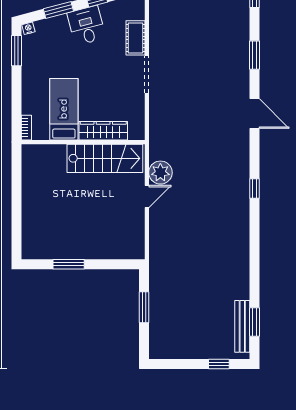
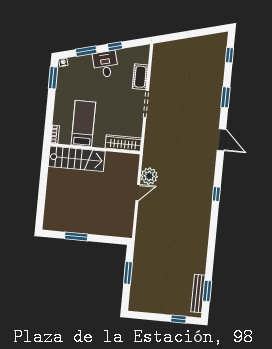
wardrobe: (103, 131) -> (123, 143), moved
stairs: (105, 158) -> (77, 159), moved

